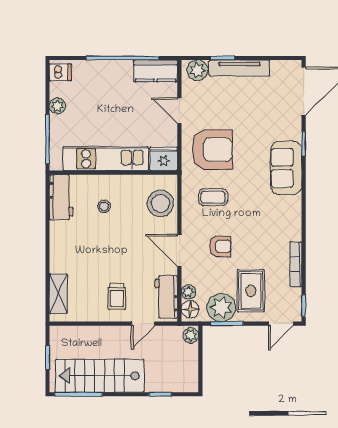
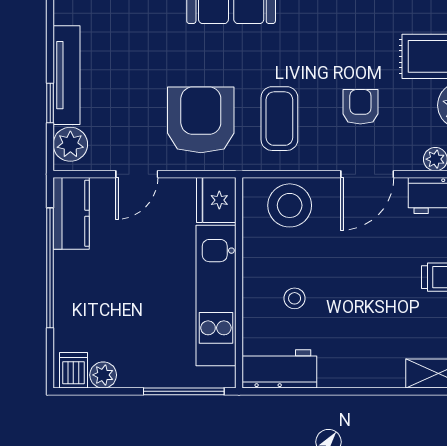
plant: (57, 106) -> (103, 375), moved
coffee table: (213, 197) -> (279, 119), width x1.36, depth x1.30

